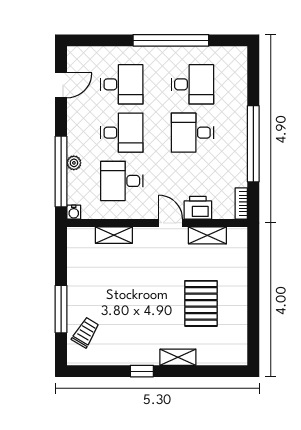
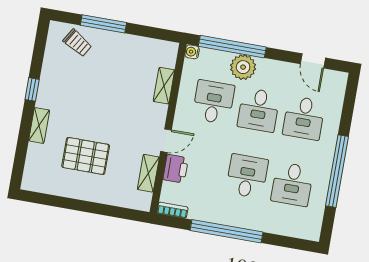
plant: (74, 163) -> (243, 67), width x1.87, depth x1.87

